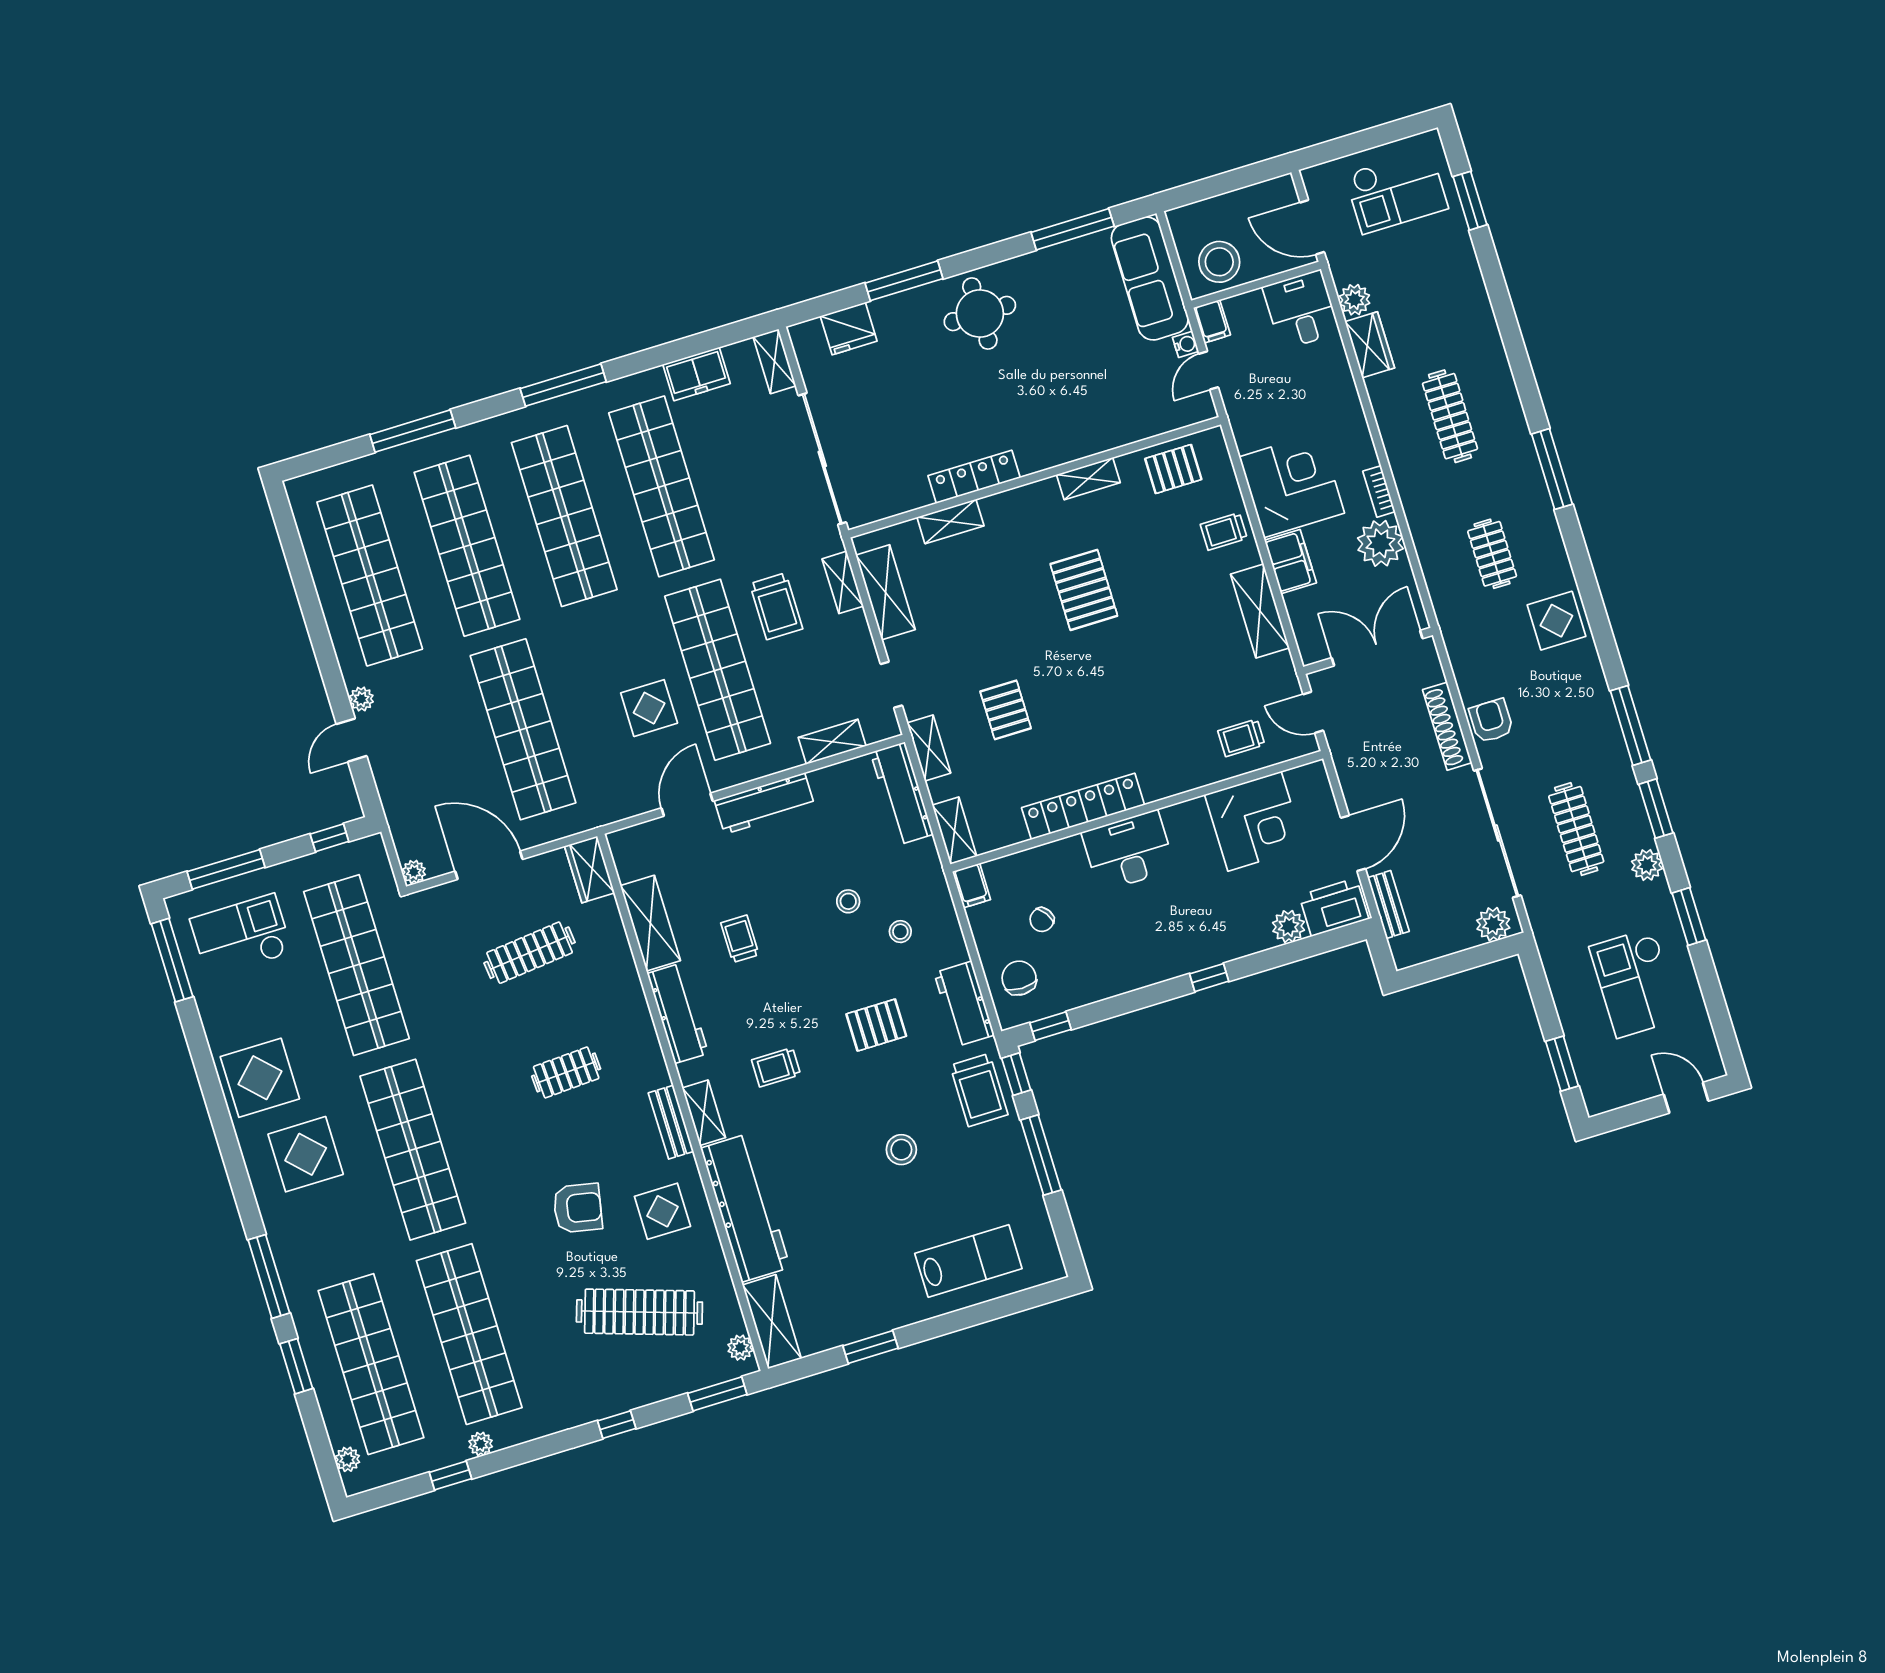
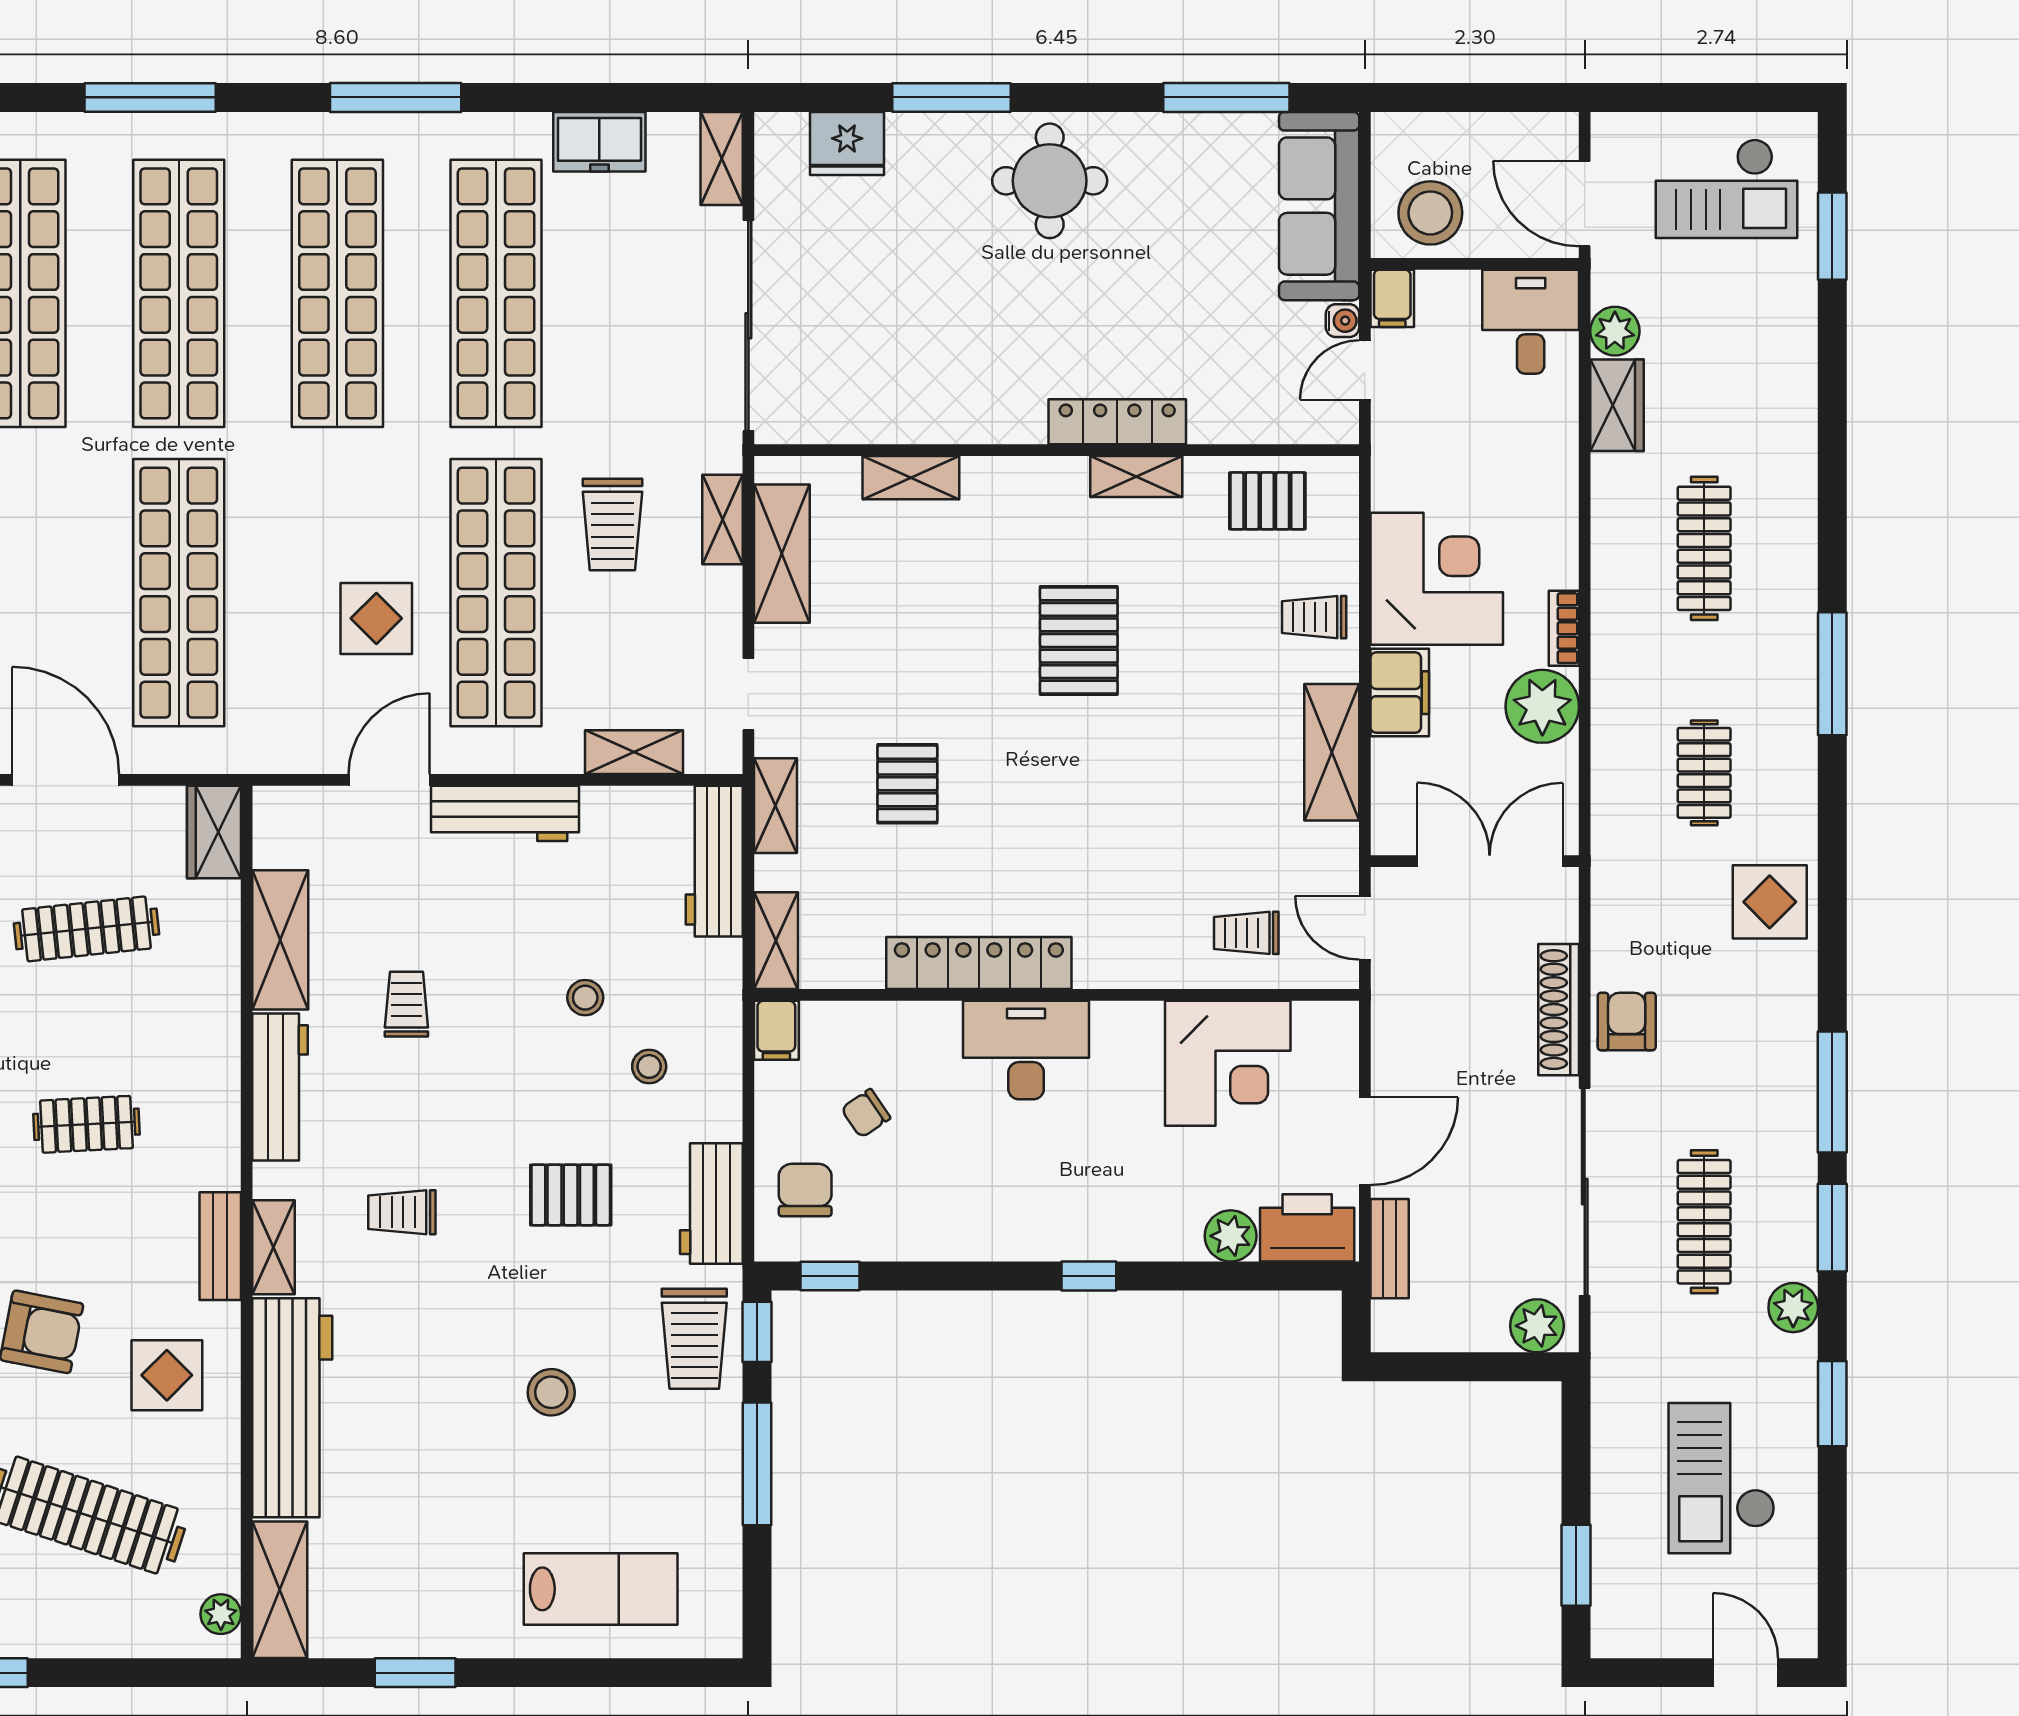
locker: (974, 477) -> (1117, 422), moved
window: (717, 1394) -> (165, 1673), removed

